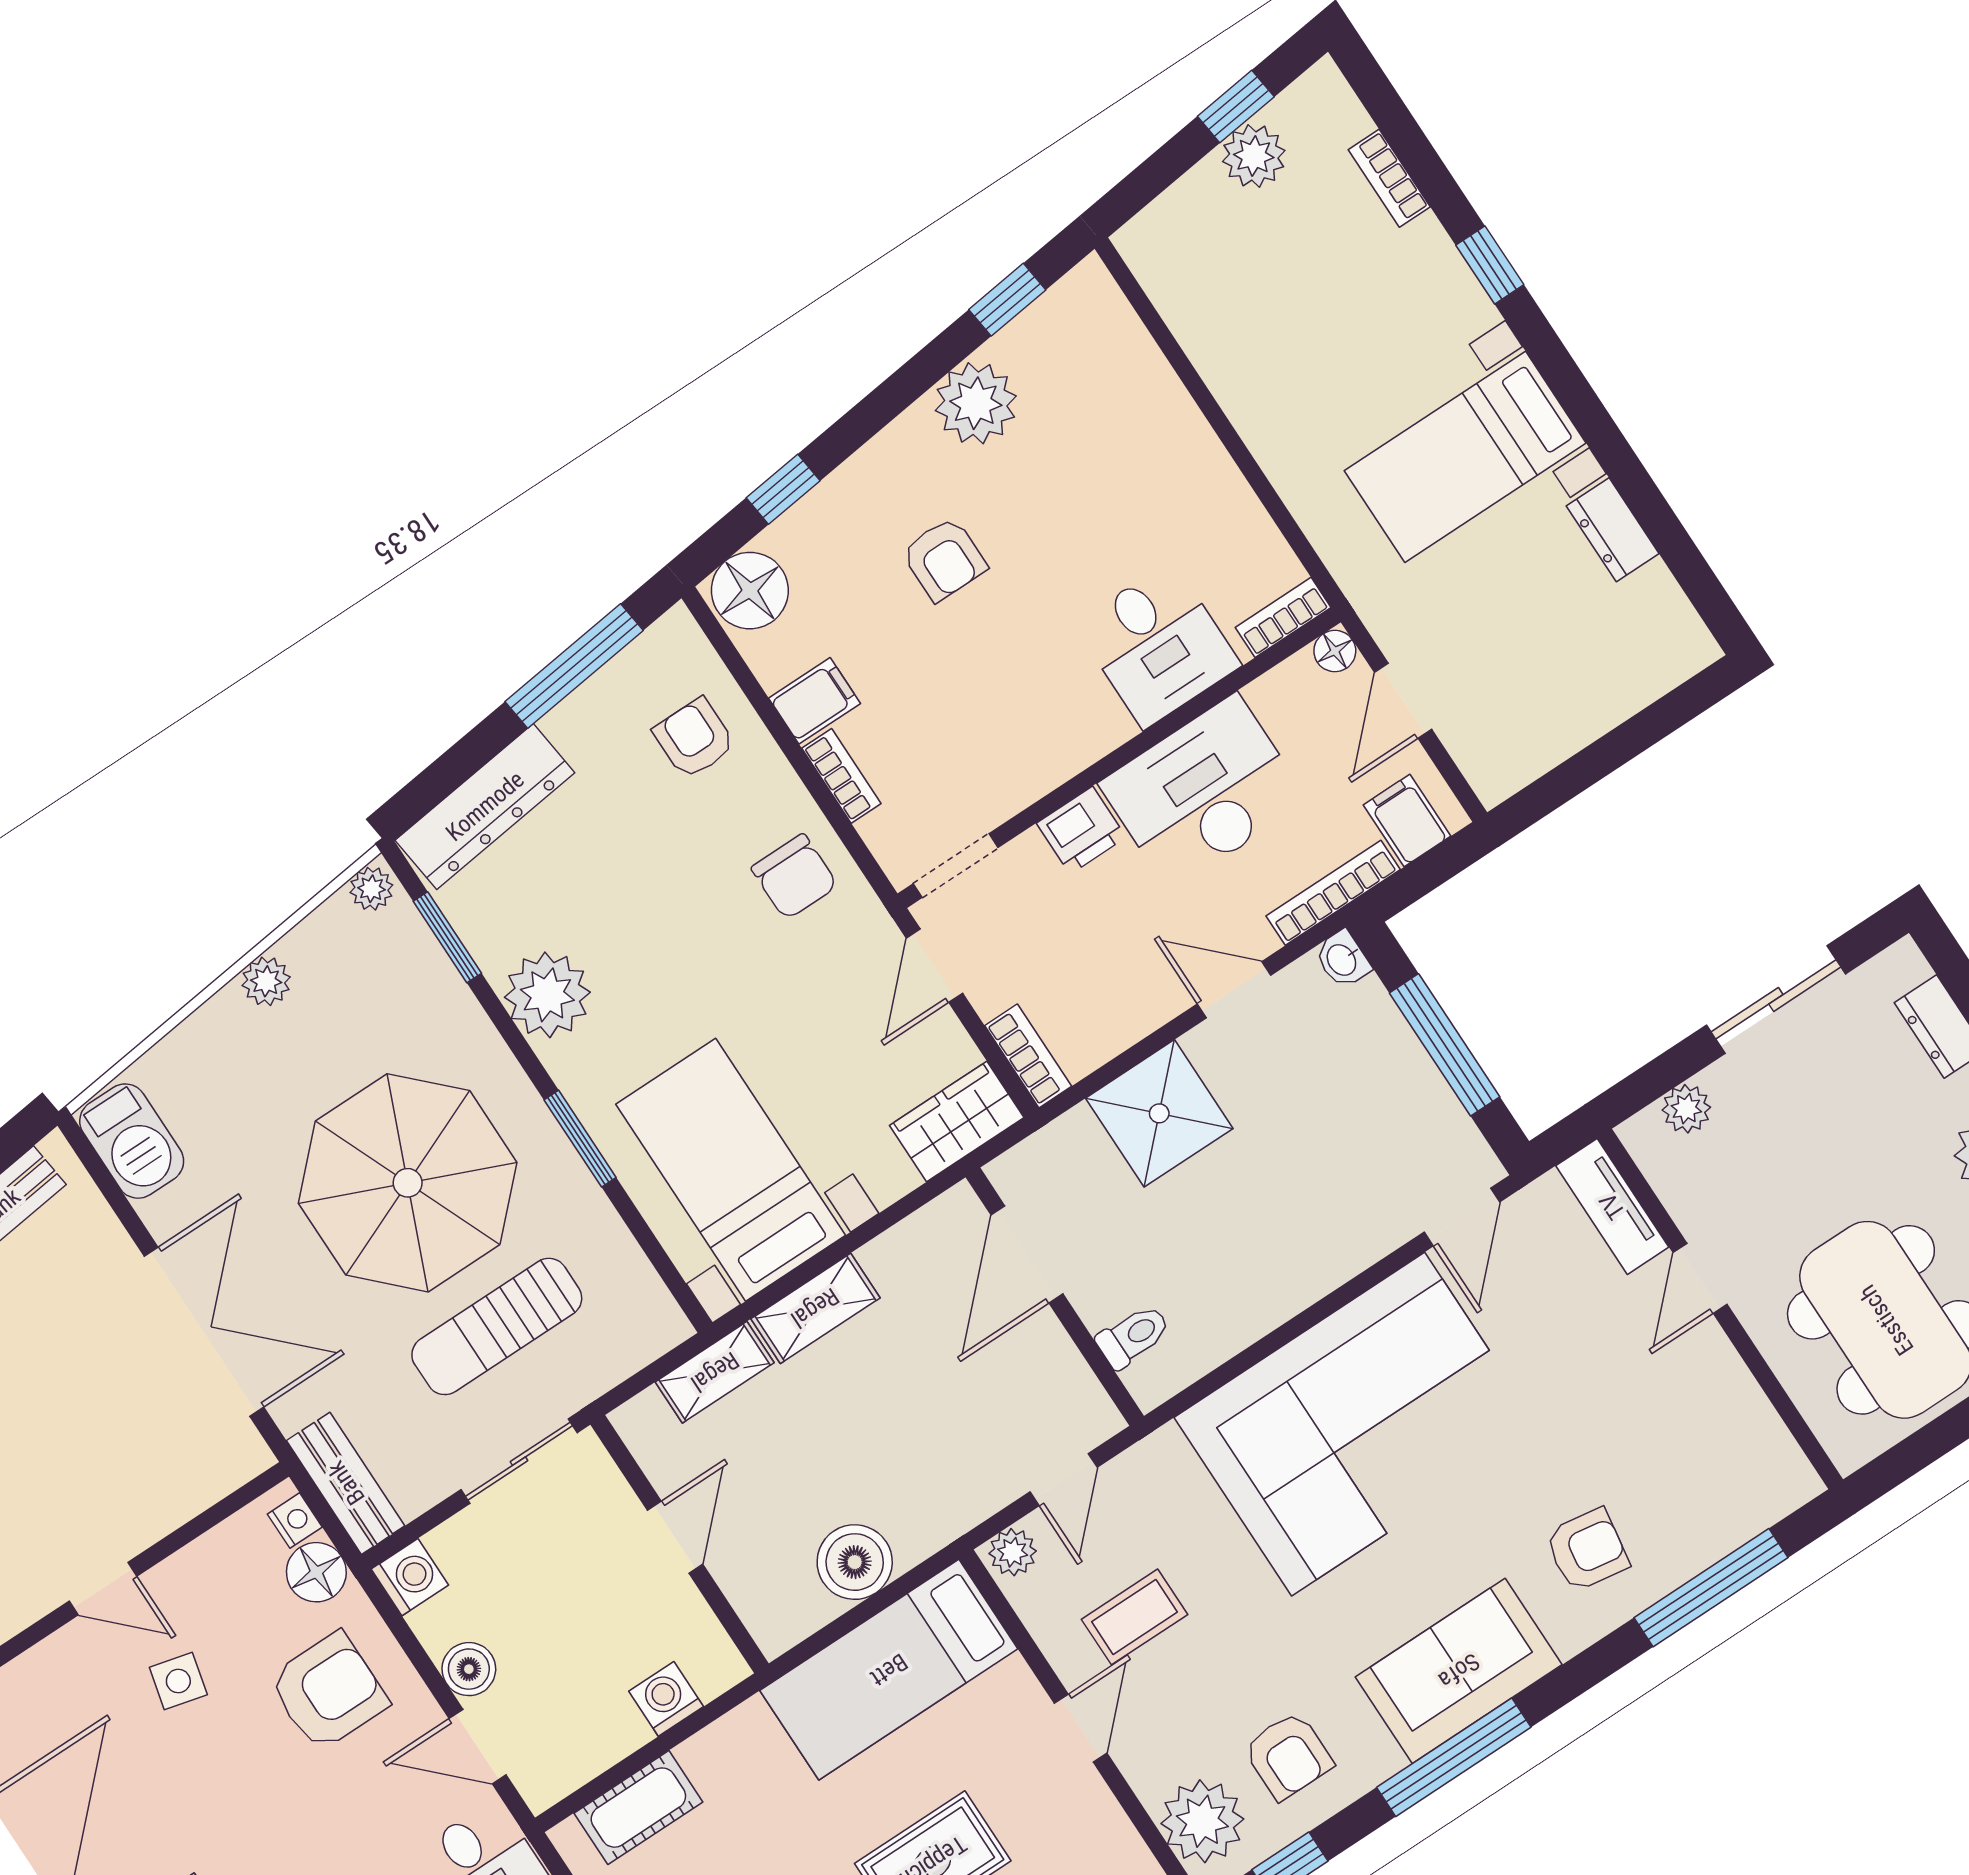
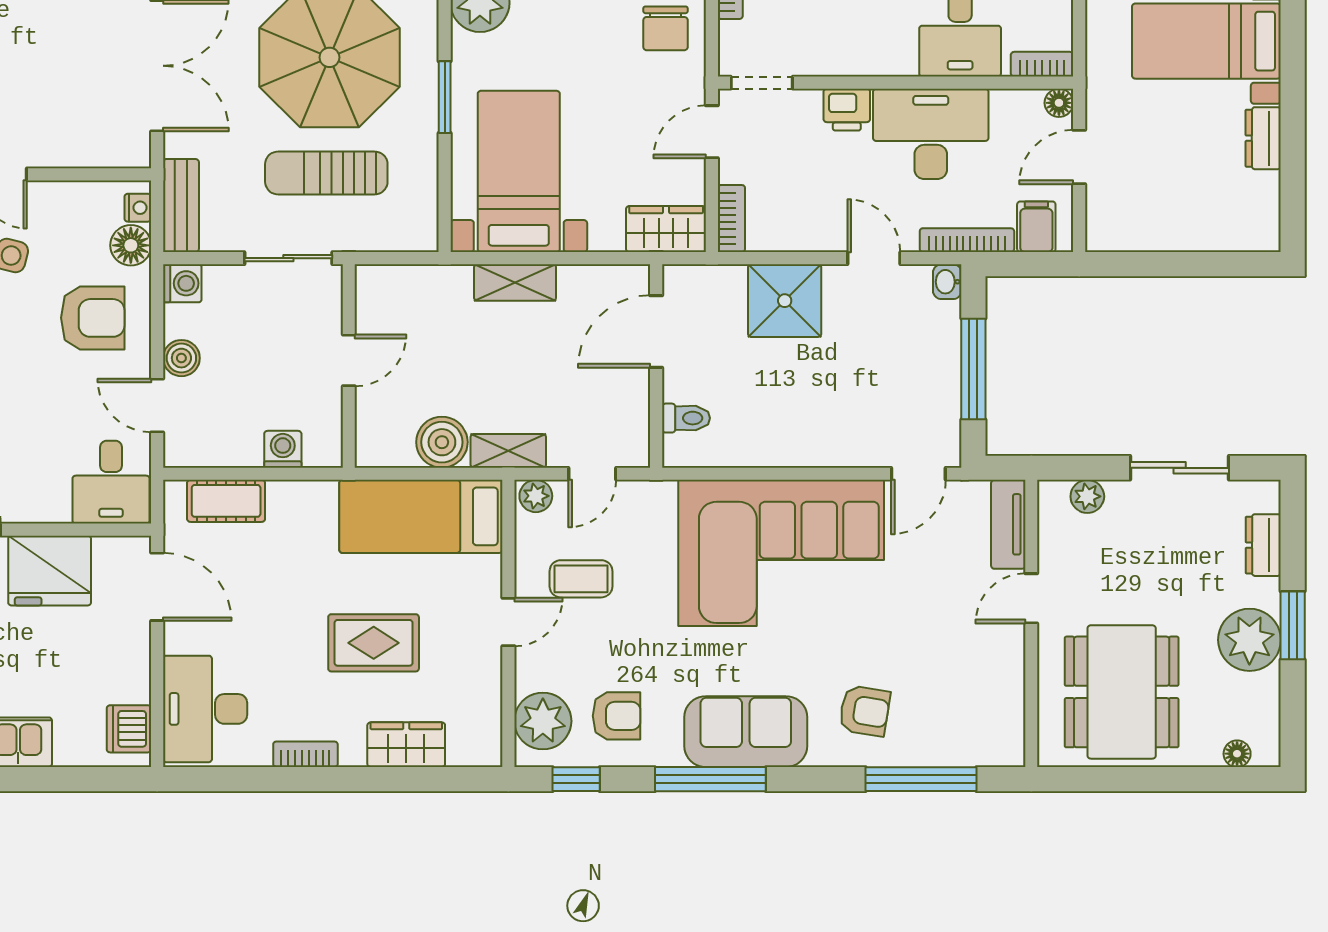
shelving: (715, 1372) -> (508, 451), moved
armchair: (1288, 1756) -> (617, 716), turned -90

